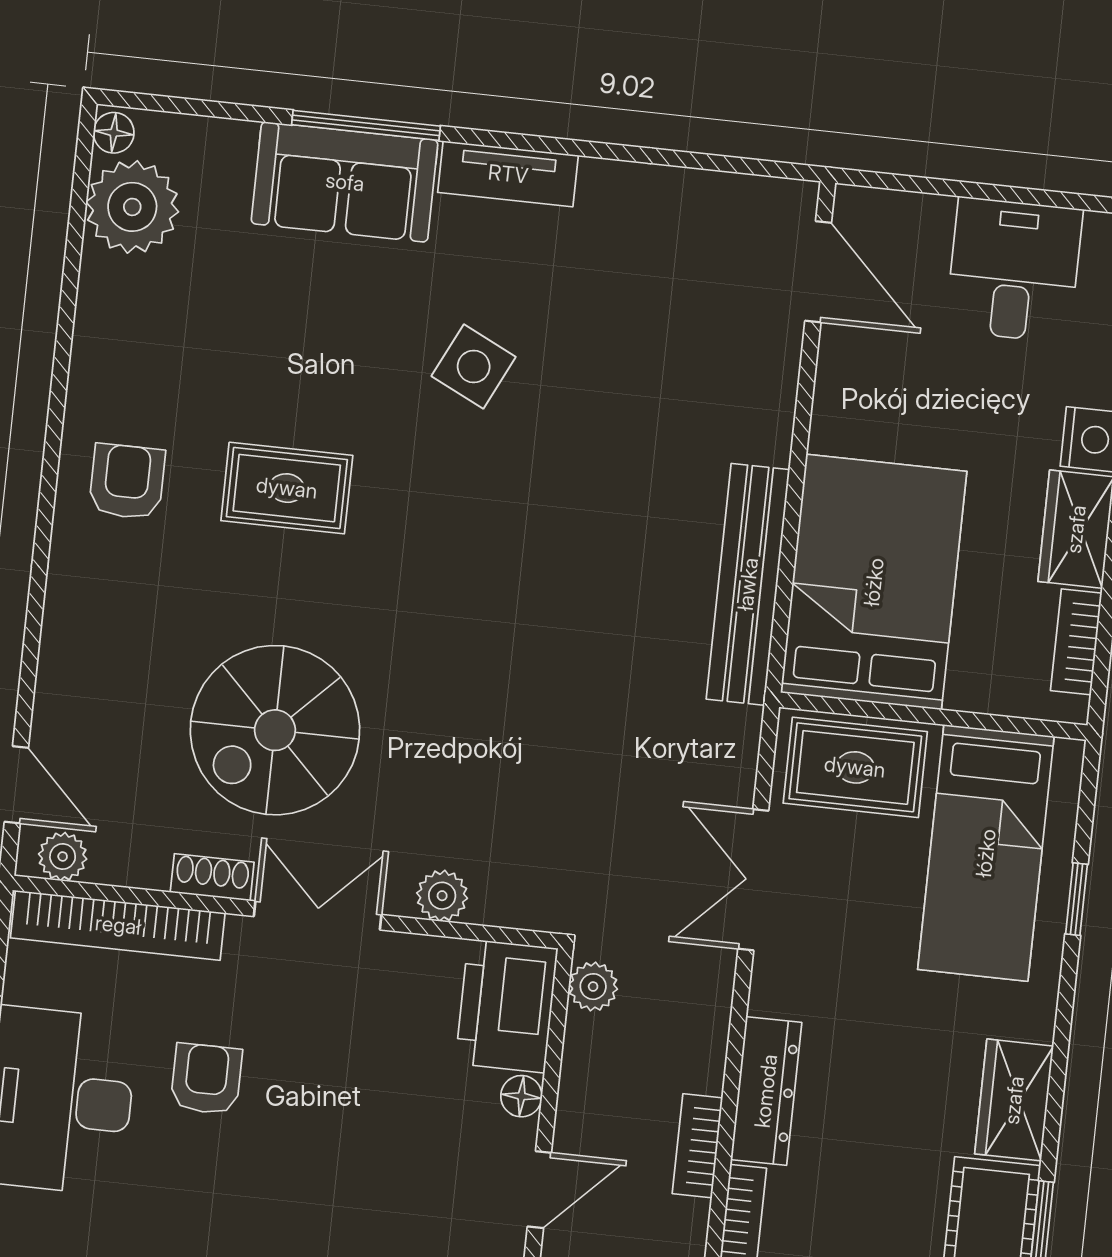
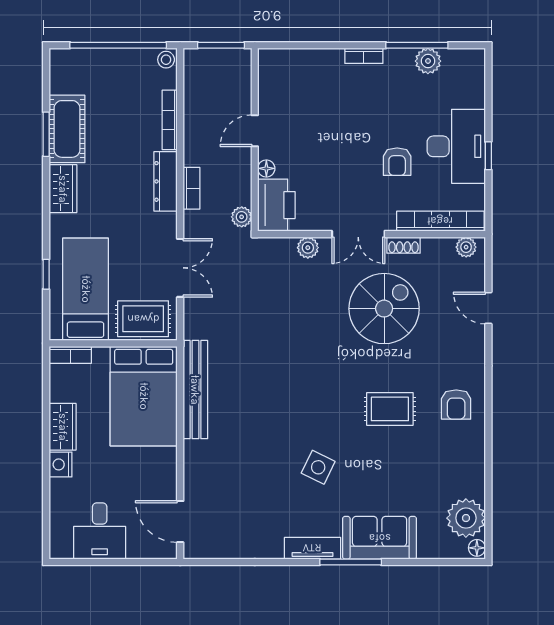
window: (366, 125) -> (351, 562), moved
bookcase: (1076, 642) -> (70, 355), moved, turned 90
door: (16, 785) -> (488, 308), moved
bookcase: (697, 1146) -> (192, 188), moved

